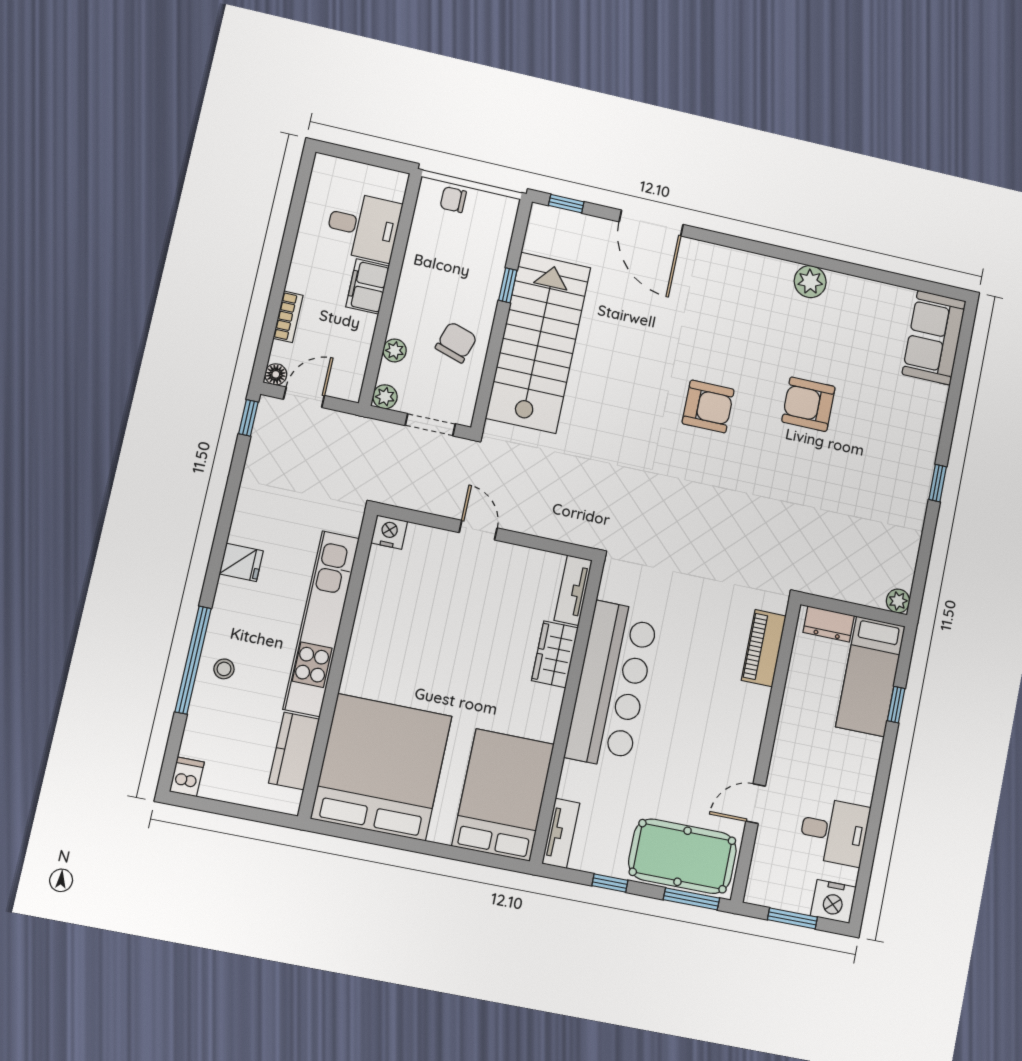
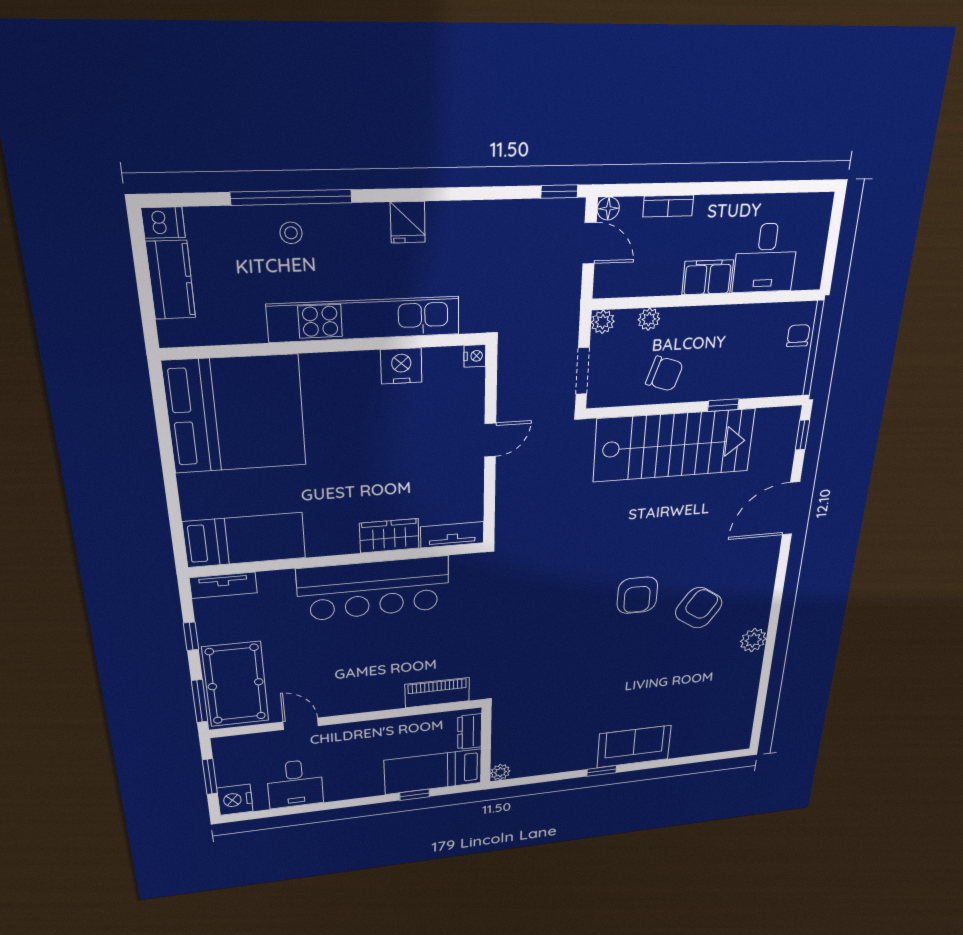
sofa: (934, 338) -> (634, 746), moved
armchair: (808, 404) -> (699, 608), moved, turned 34
nightstand: (389, 532) -> (475, 356), width x0.72, depth x0.74
nightstand: (376, 600) -> (401, 366), added
kitchen counter: (294, 751) -> (171, 280), moved, turned 90
bed: (503, 795) -> (245, 540), width x0.67

